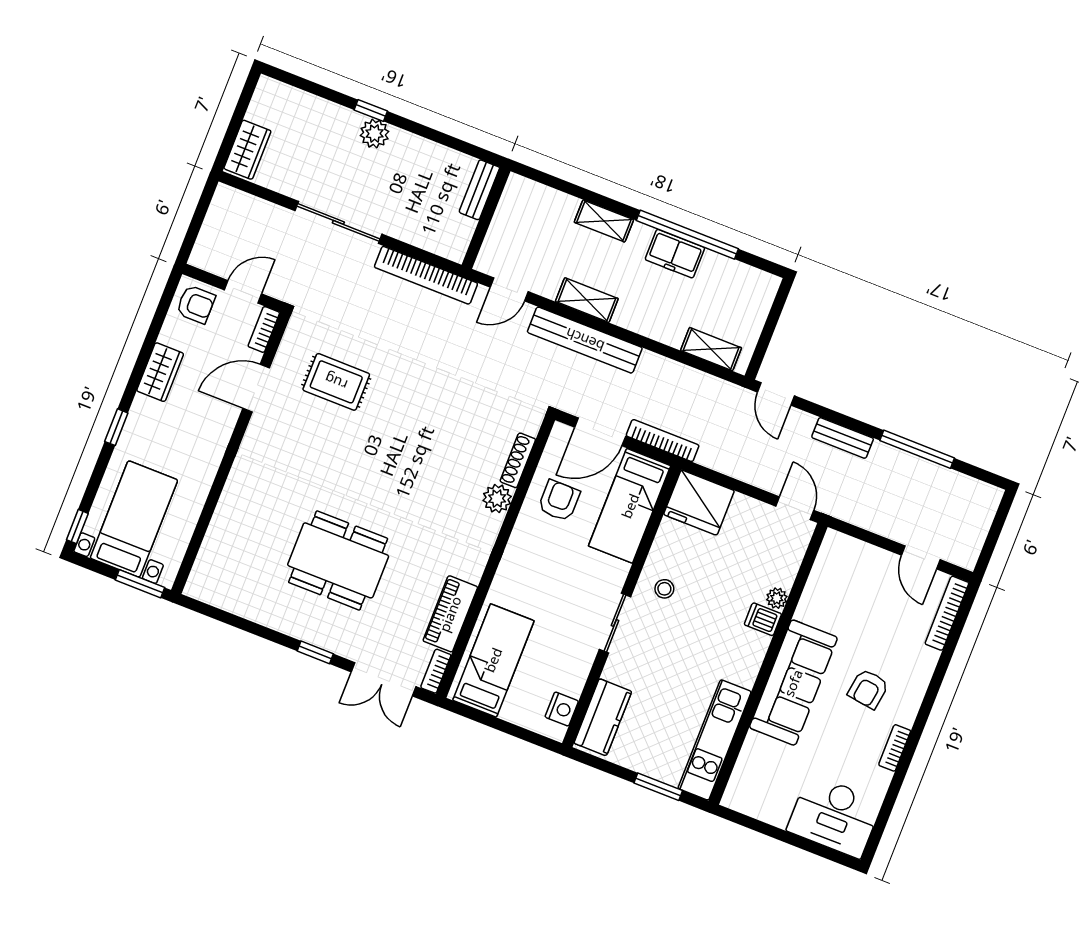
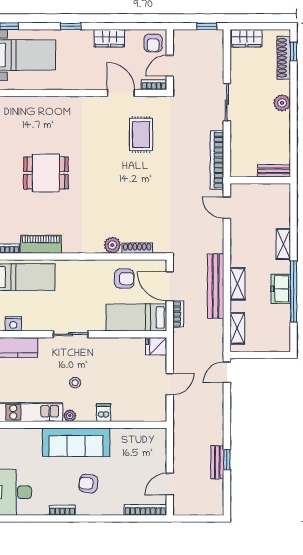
shoe rack: (303, 102) -> (284, 58), added
window: (371, 111) -> (294, 52), moved
window: (203, 207) -> (207, 26), added
sliding door: (338, 222) -> (227, 102), width x0.73
door: (243, 292) -> (170, 66), swing flipped
shelving: (587, 300) -> (237, 284), moved
bench: (585, 340) -> (216, 286), moved
bench: (843, 438) -> (217, 462), moved
bookcase: (663, 441) -> (178, 314), width x0.64
window: (917, 449) -> (227, 460), width x0.46
fridge: (699, 503) -> (156, 346), width x0.53, depth x0.75
door: (795, 508) -> (170, 384), moved
dining table: (338, 560) -> (46, 173), width x0.73
stool: (664, 589) -> (75, 383), moved
plant: (777, 598) -> (70, 416), moved

